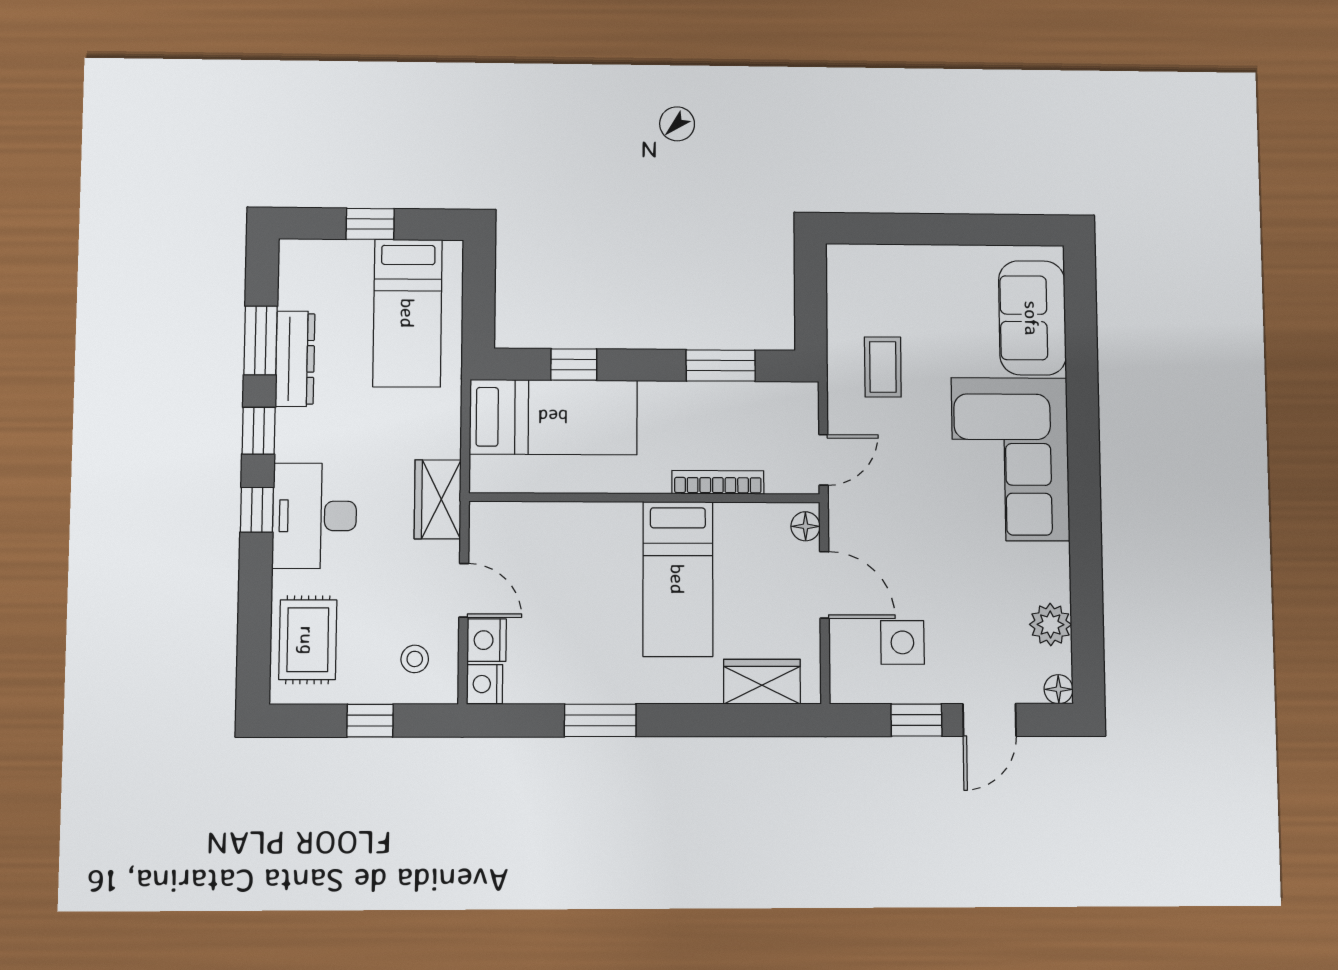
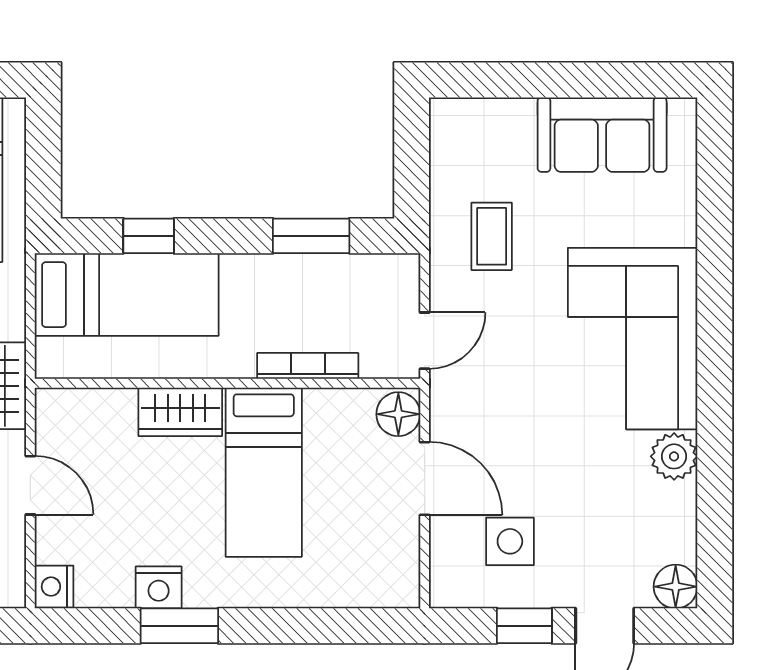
sofa: (1032, 318) -> (602, 135), moved, turned -90
floor lamp: (806, 526) -> (398, 414), width x1.37, depth x1.37
plant: (1050, 625) -> (674, 456), moved
nightstand: (487, 640) -> (159, 587), moved, turned -90
wardrobe: (762, 682) -> (180, 412), moved, turned 180
floor lamp: (1058, 689) -> (676, 587), width x1.37, depth x1.37

